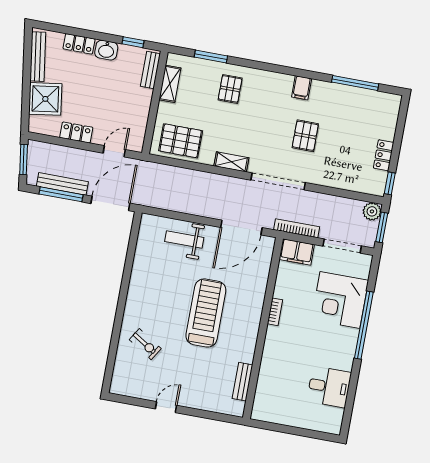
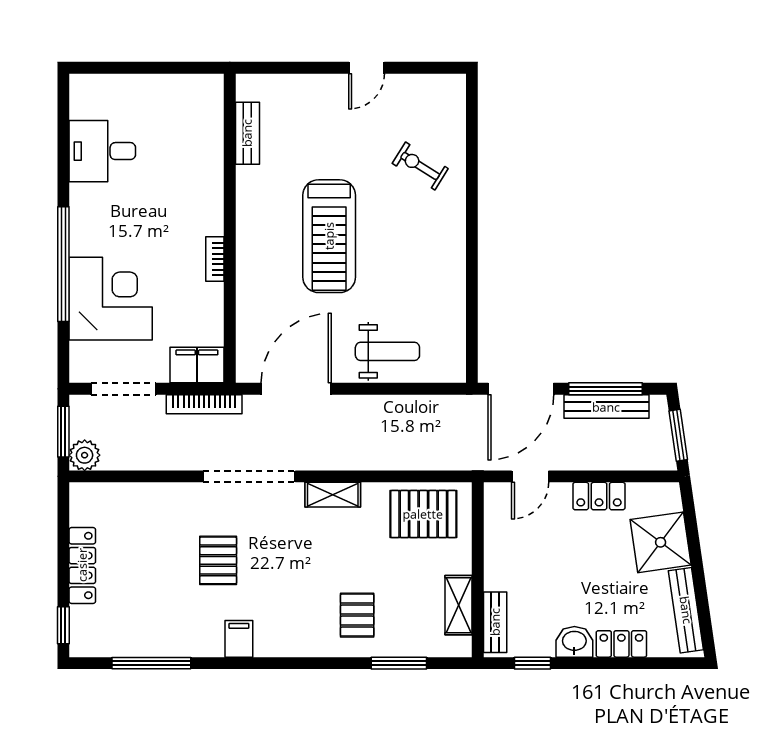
locker: (384, 155) -> (82, 565), width x1.53
window: (390, 183) -> (63, 625), moved

